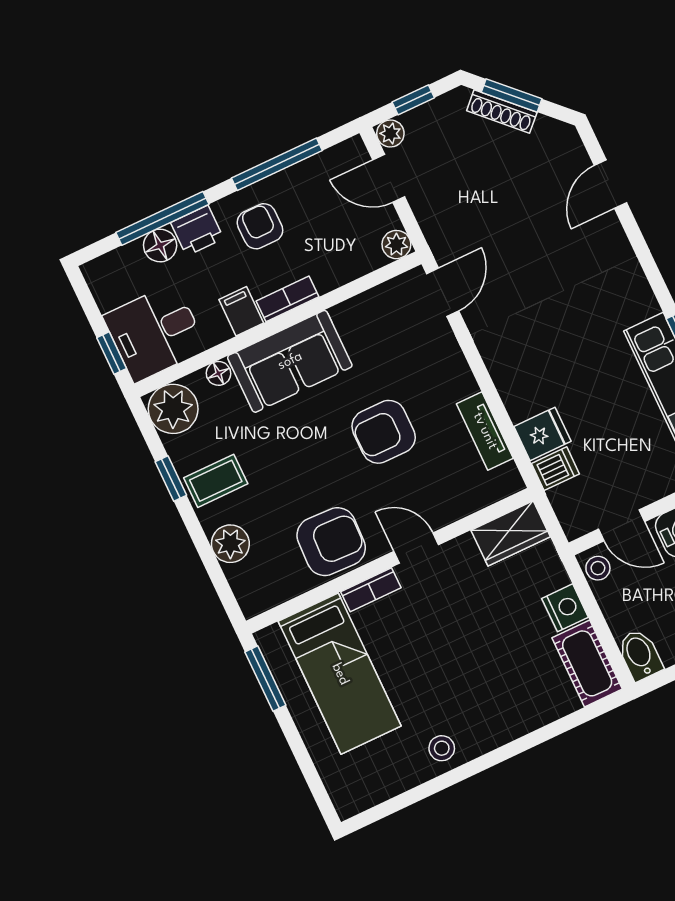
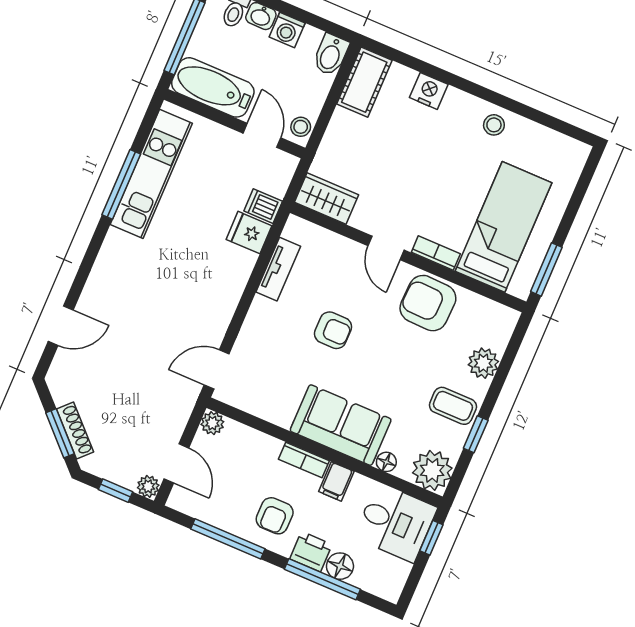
armchair: (384, 432) -> (333, 330), width x0.72, depth x0.72
nightstand: (565, 608) -> (429, 91), moved, turned 90

